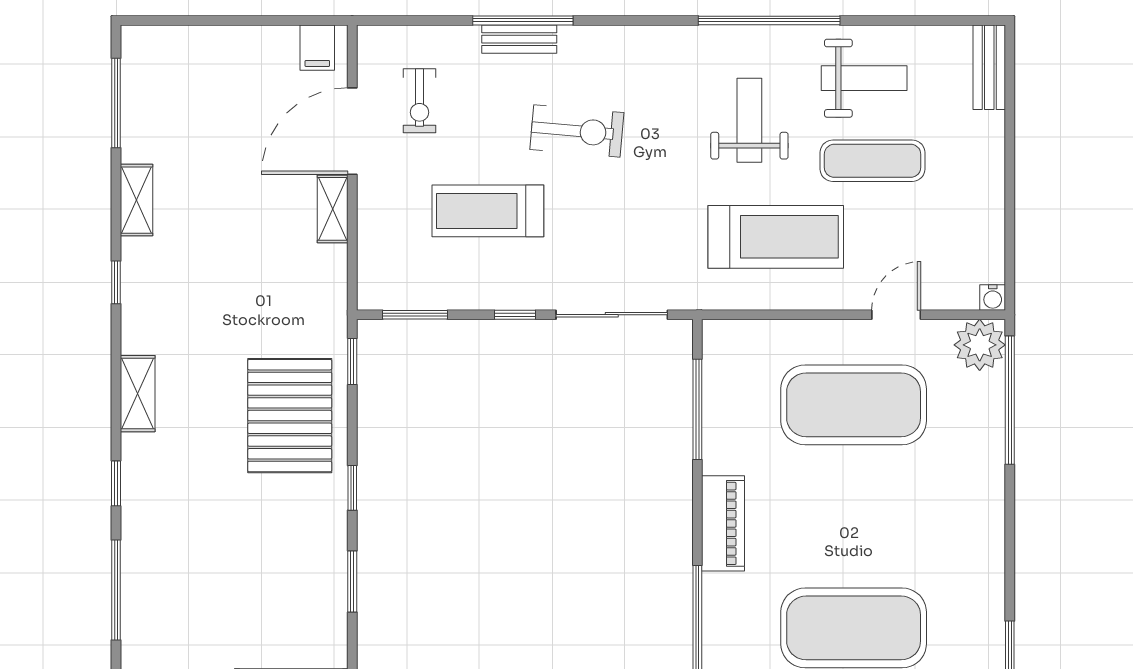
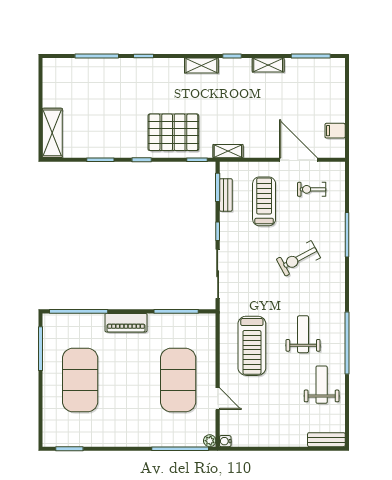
bench: (519, 39) -> (226, 195), moved
filing cabinet: (317, 48) -> (335, 131), moved
weight bench: (864, 78) -> (322, 385), turned 180
weight bench: (749, 120) -> (303, 334), turned -90
exercise bike: (577, 131) -> (298, 258), turned 57
exercise mat: (873, 161) -> (285, 388), removed
shelving: (333, 209) -> (228, 151), moved
treadmill: (488, 211) -> (264, 201), moved
plant: (980, 345) -> (210, 441), width x0.53, depth x0.53
shelving: (138, 394) -> (201, 65), moved

